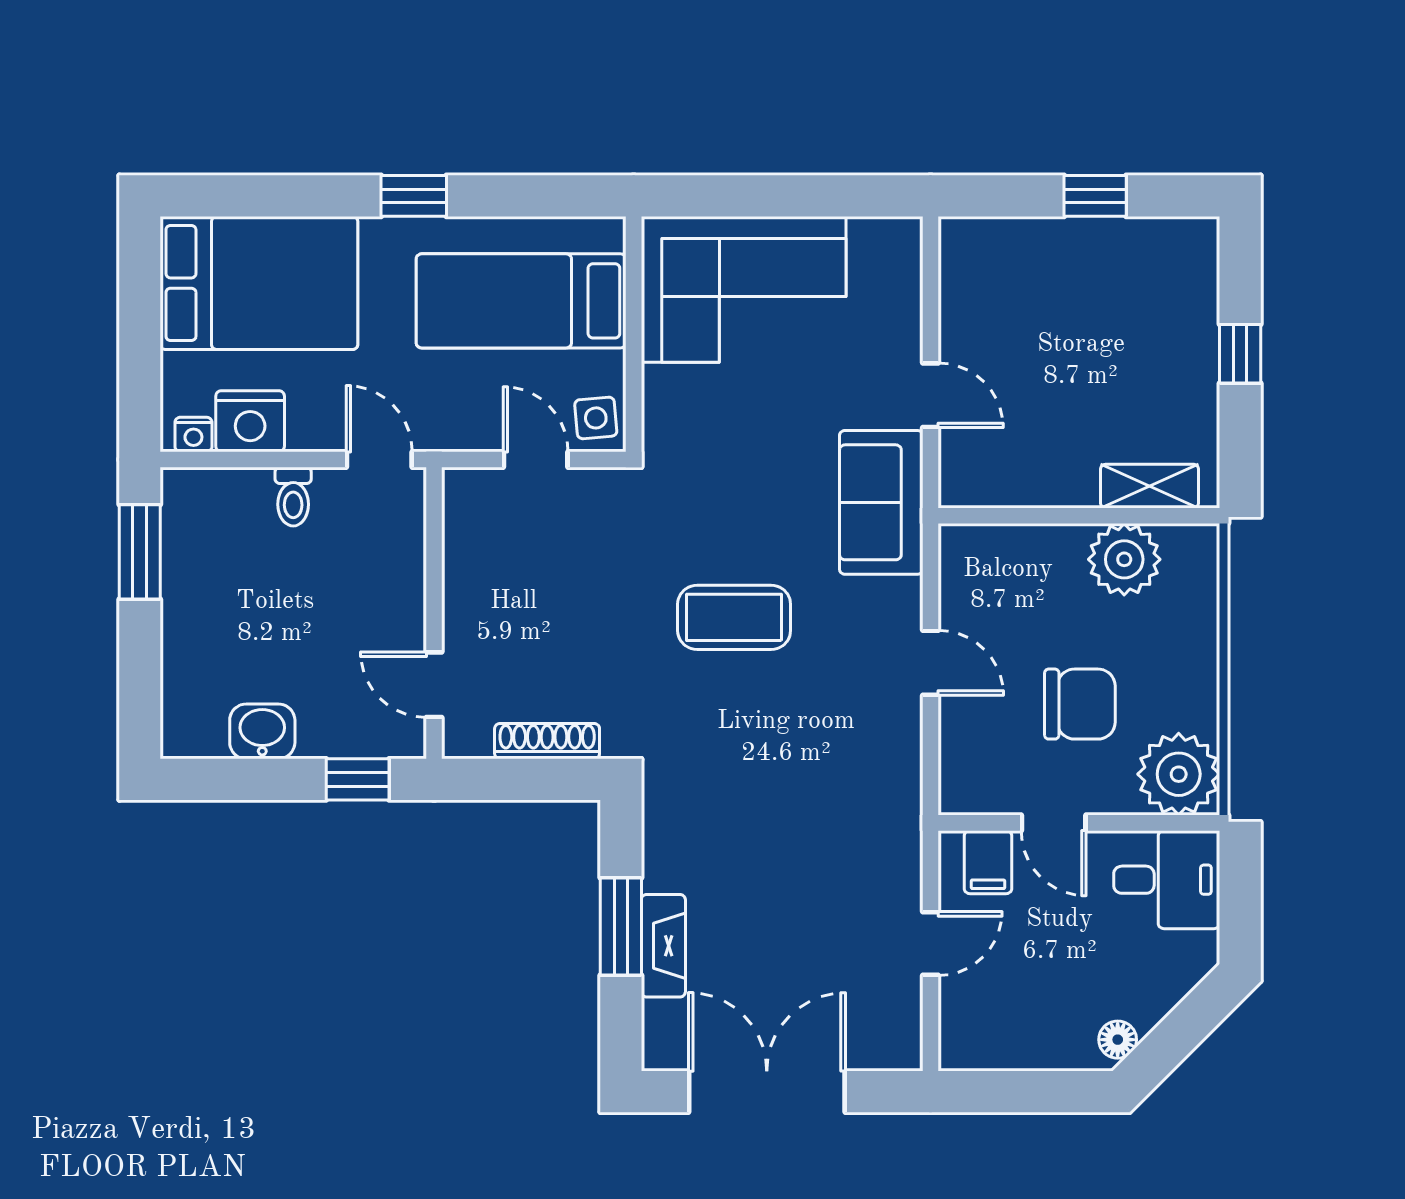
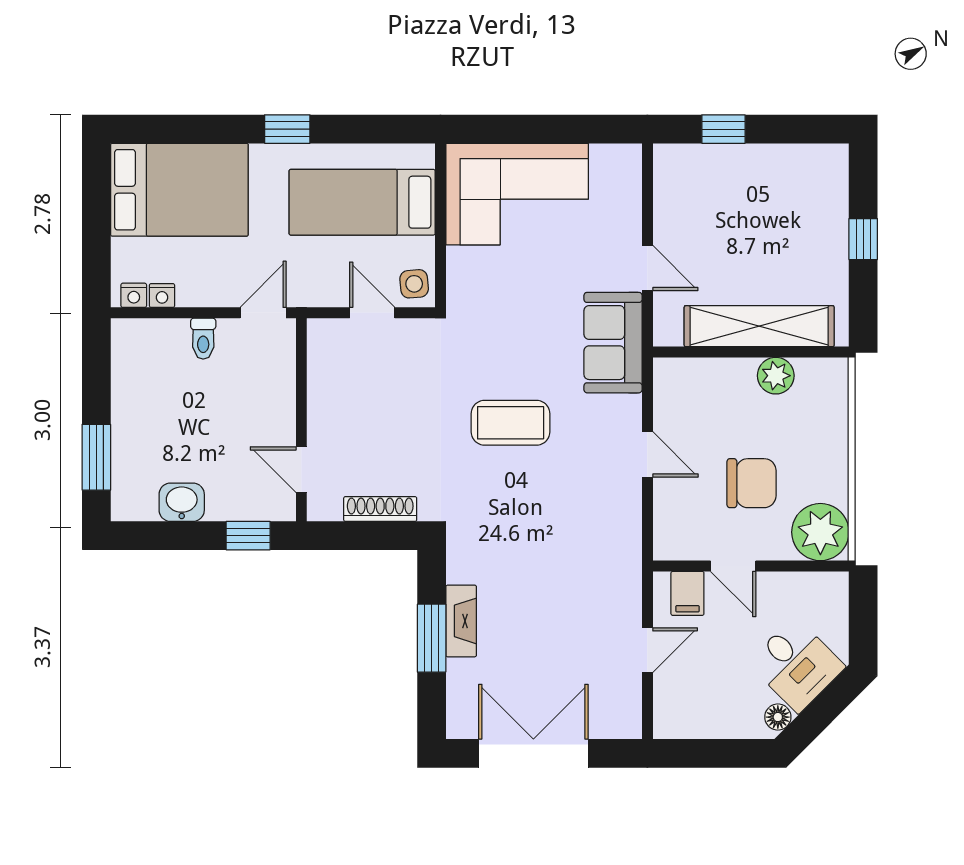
window: (1095, 196) -> (723, 129), moved
nightstand: (250, 421) -> (162, 295), width x0.53, depth x0.56
door: (379, 459) -> (263, 313), hinge flipped
shelving: (1150, 486) -> (759, 326), width x2.20, depth x1.33
window: (140, 552) -> (96, 457), moved
plant: (1124, 559) -> (776, 376), width x0.73, depth x0.73
desk: (1167, 880) -> (796, 665), moved, turned 45
fireplace: (663, 946) -> (461, 621), moved

